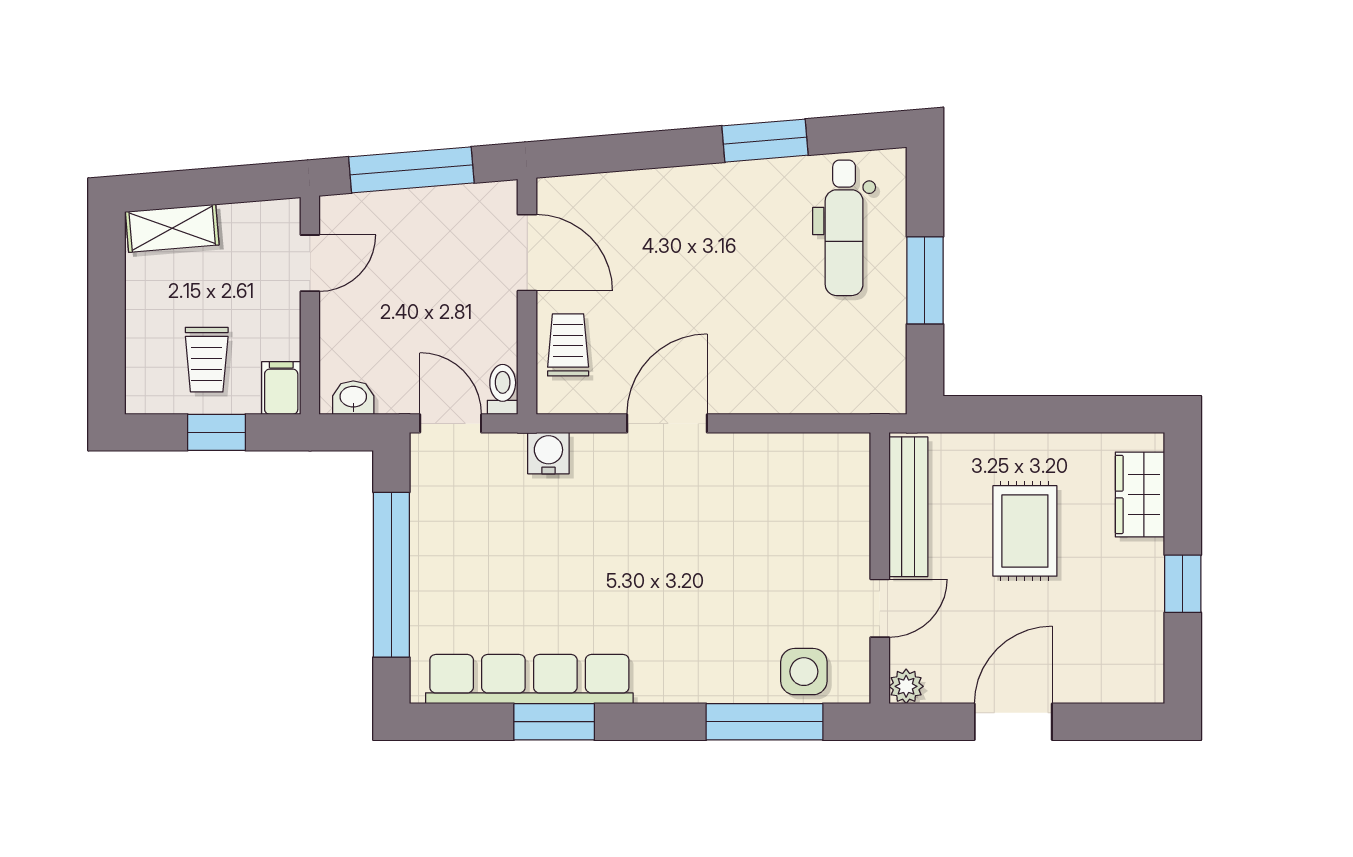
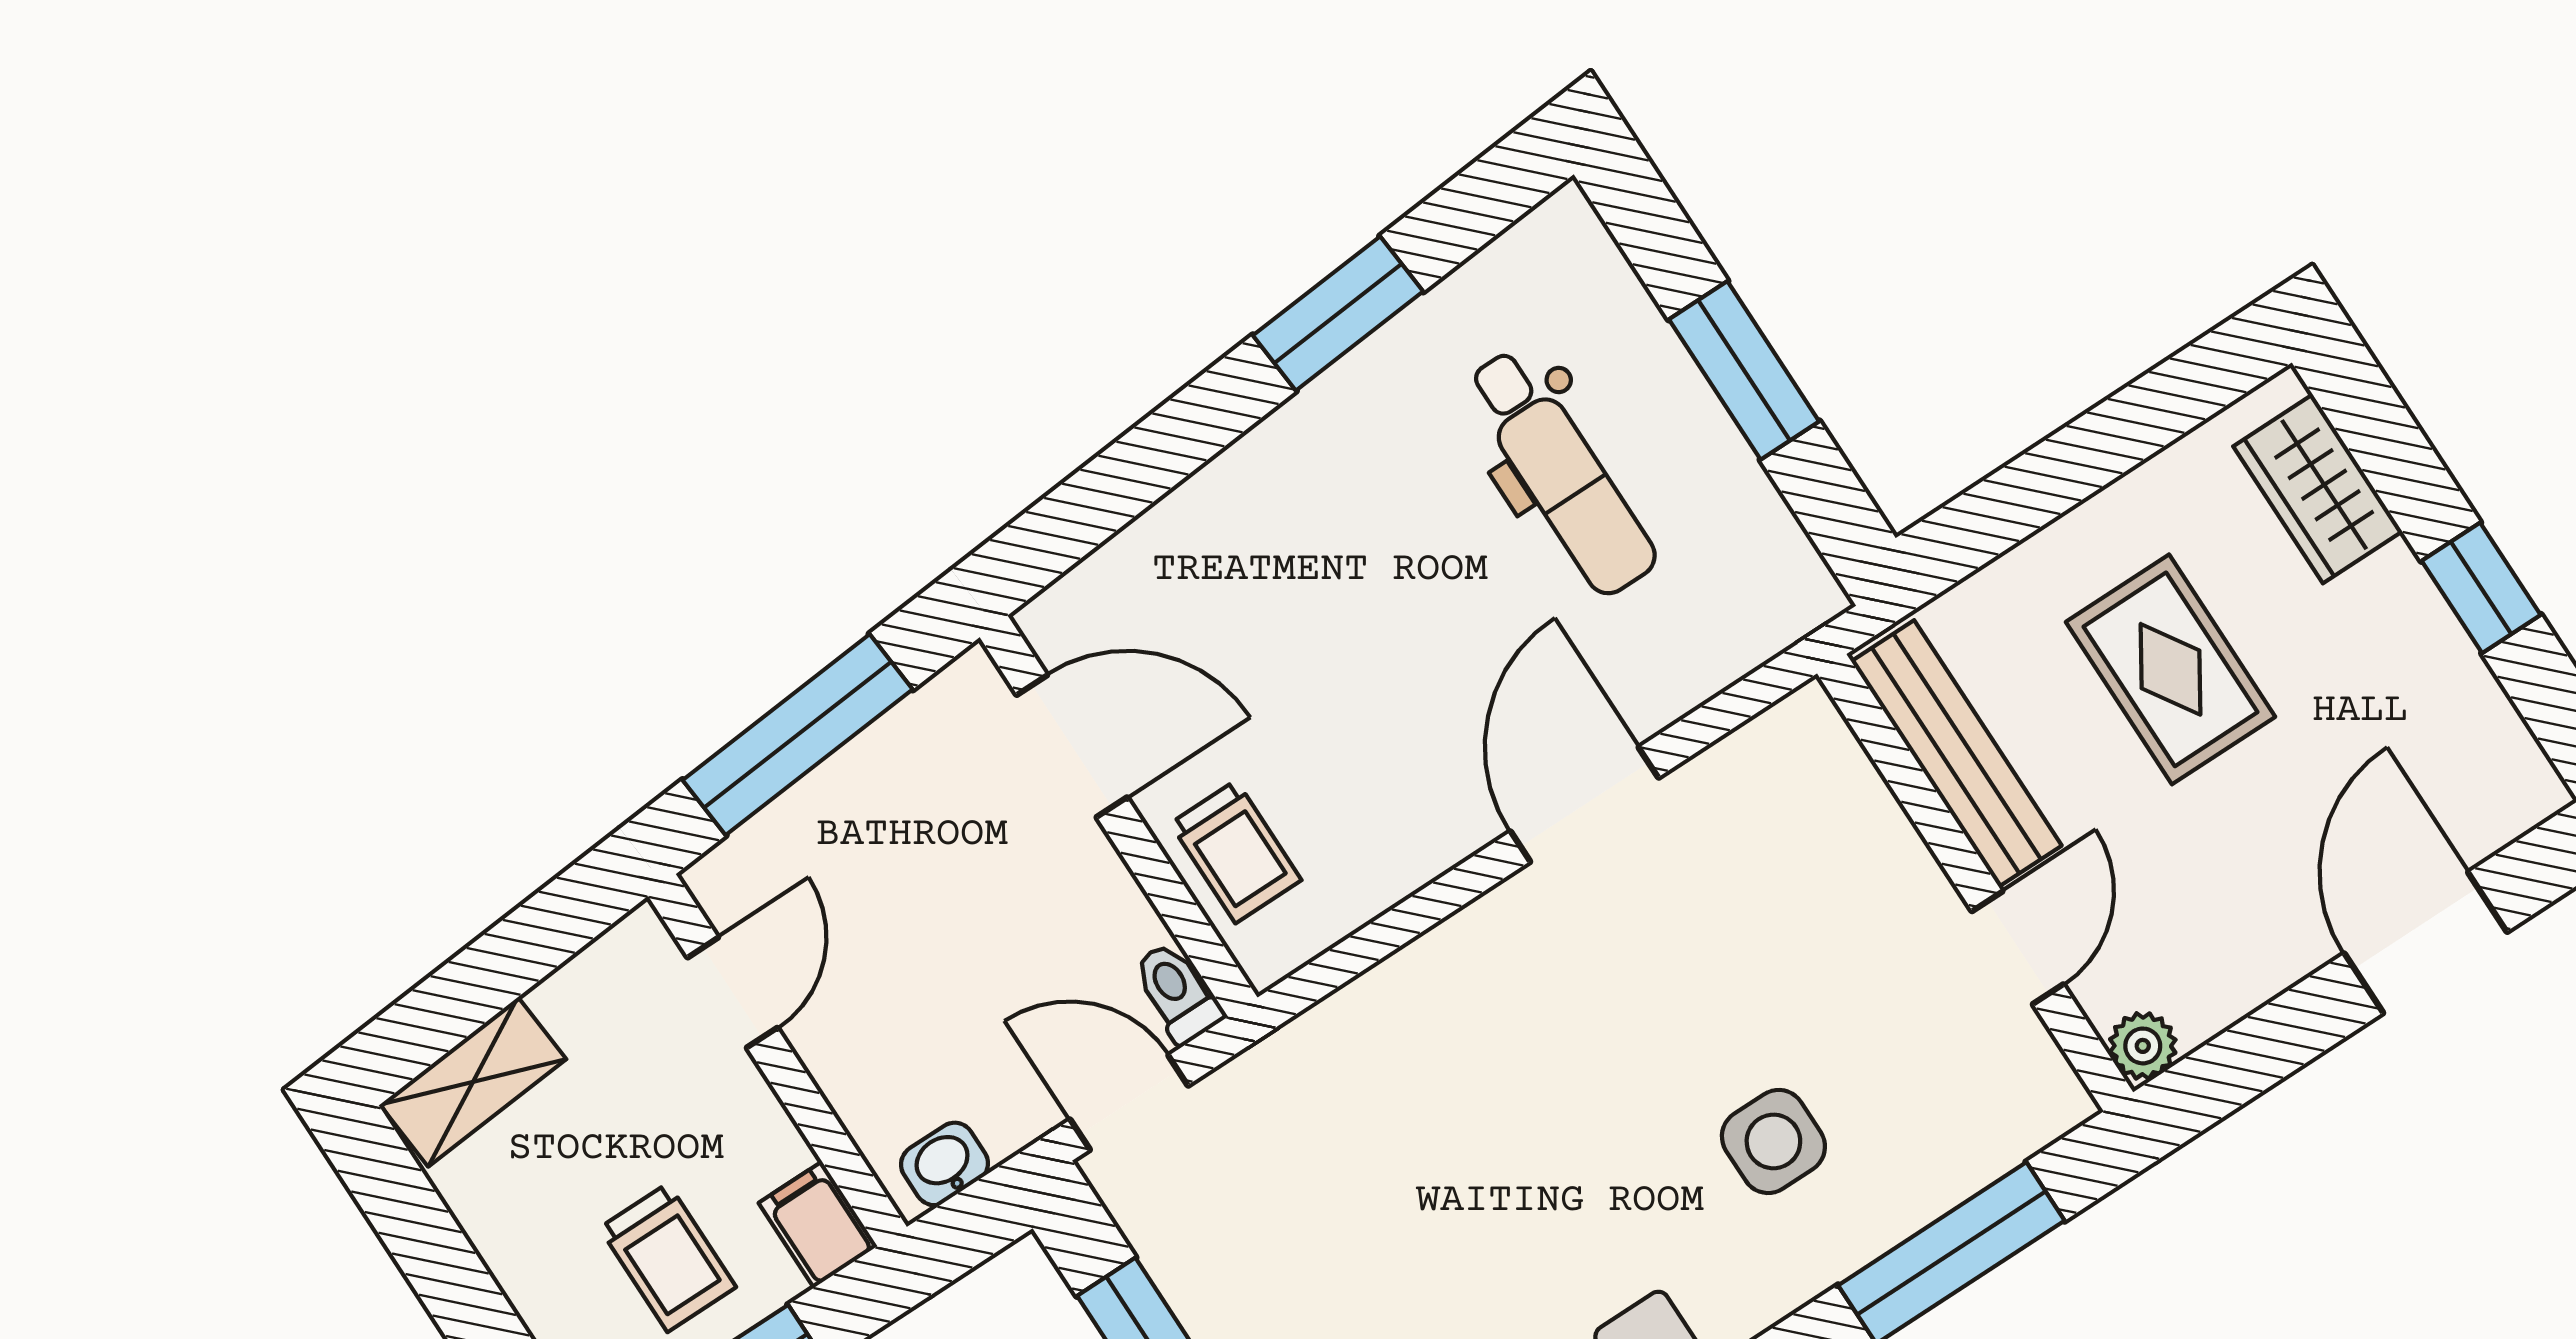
dental chair: (844, 228) -> (1561, 472), moved
trolley: (568, 345) -> (1236, 852), turned 180
door: (667, 423) -> (1584, 805), moved
water cooler: (548, 453) -> (1318, 1047), removed
side table: (804, 672) -> (1773, 1141), moved
door: (1013, 722) -> (2426, 943), moved

